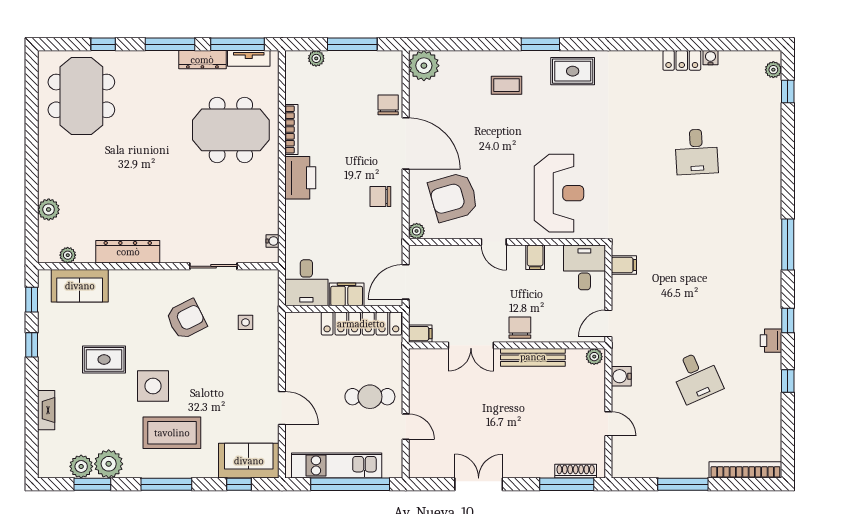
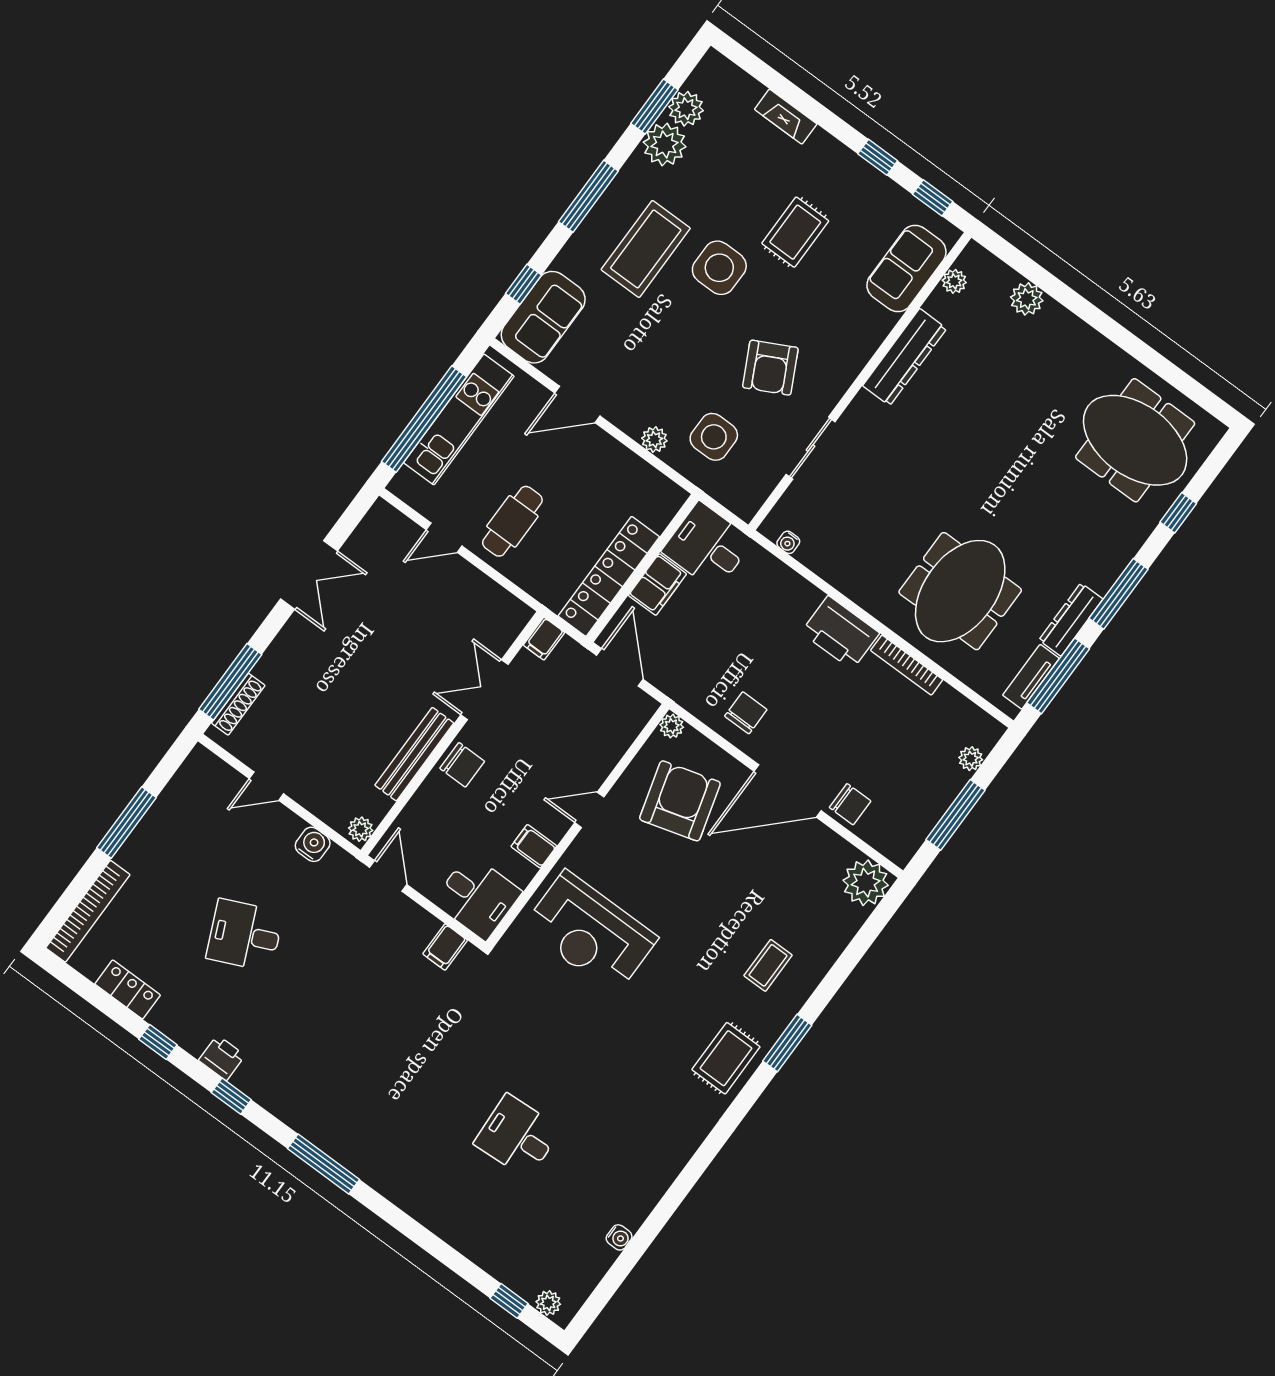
locker: (682, 60) -> (128, 989), moved, turned 90
side table: (245, 322) -> (714, 437), width x1.87, depth x1.87
plant: (270, 353) -> (654, 440), added

